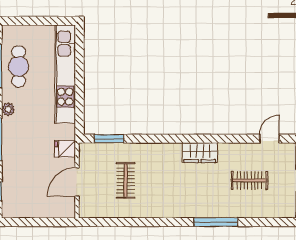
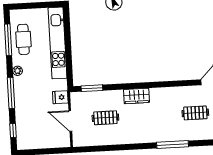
wardrobe: (200, 153) -> (136, 96), moved
clothes rail: (125, 180) -> (105, 118), turned 90
door: (77, 182) -> (70, 121), hinge flipped

